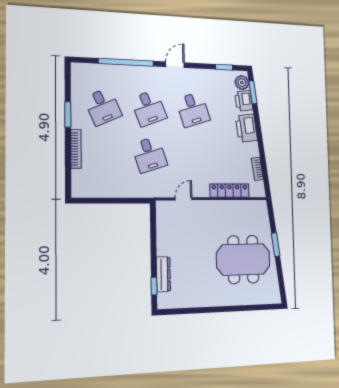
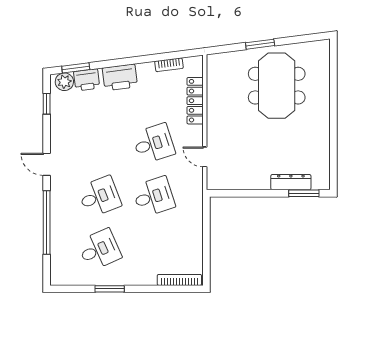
desk: (193, 110) -> (154, 144), moved
bookcase: (76, 149) -> (179, 280), moved
window: (154, 286) -> (304, 193), width x1.50

